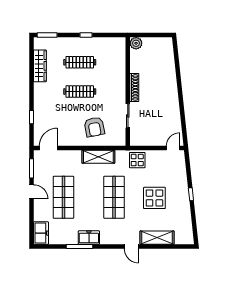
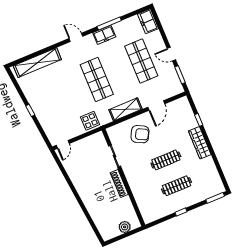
plant: (136, 43) -> (125, 227), moved
wardrobe: (40, 66) -> (200, 143), moved
armchair: (94, 127) -> (140, 134), turned 128
door: (48, 148) -> (156, 106), moved
display table: (154, 198) -> (61, 94), removed
shelving: (157, 238) -> (37, 63), width x1.47
door: (131, 246) -> (76, 37), moved

